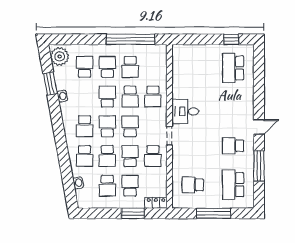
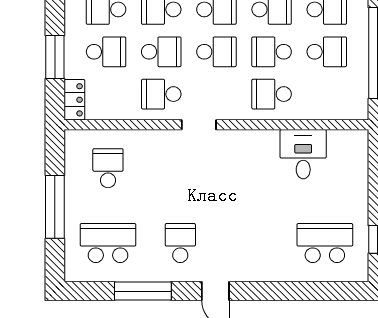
school desk: (130, 67) -> (327, 52), turned 180
desk: (185, 111) -> (303, 154), moved

